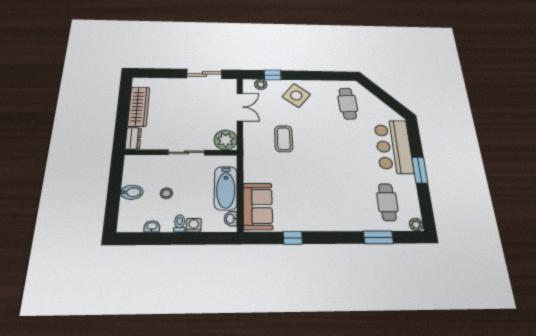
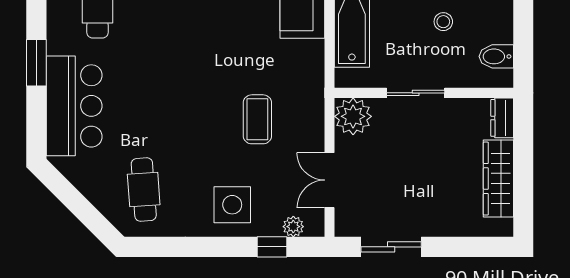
side table: (296, 95) -> (232, 205), turned -38
bidet: (132, 192) -> (496, 56), moved

